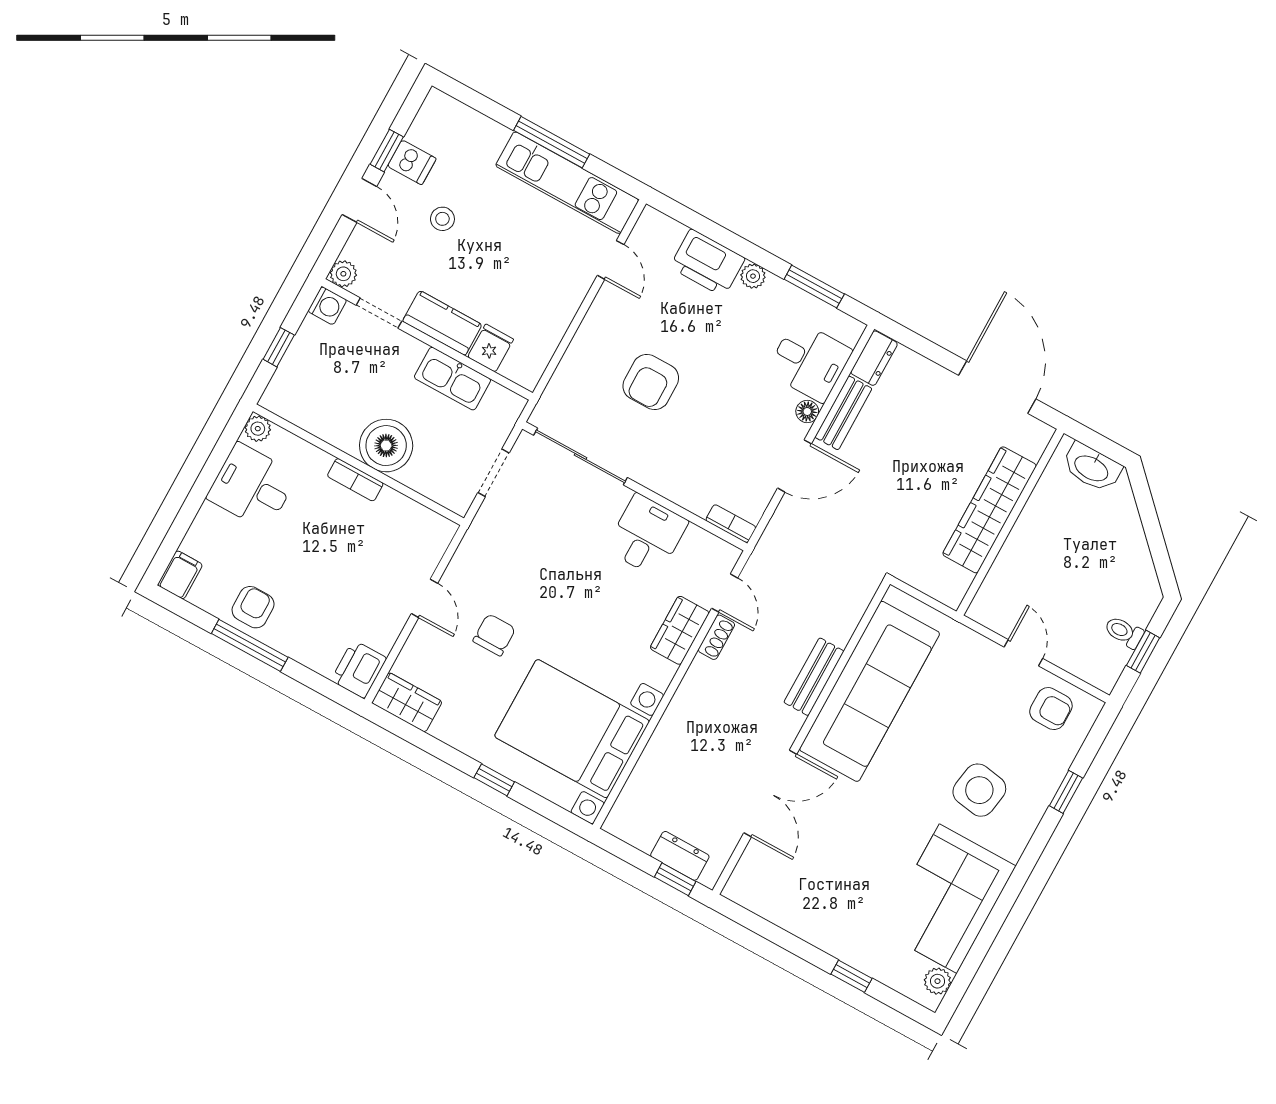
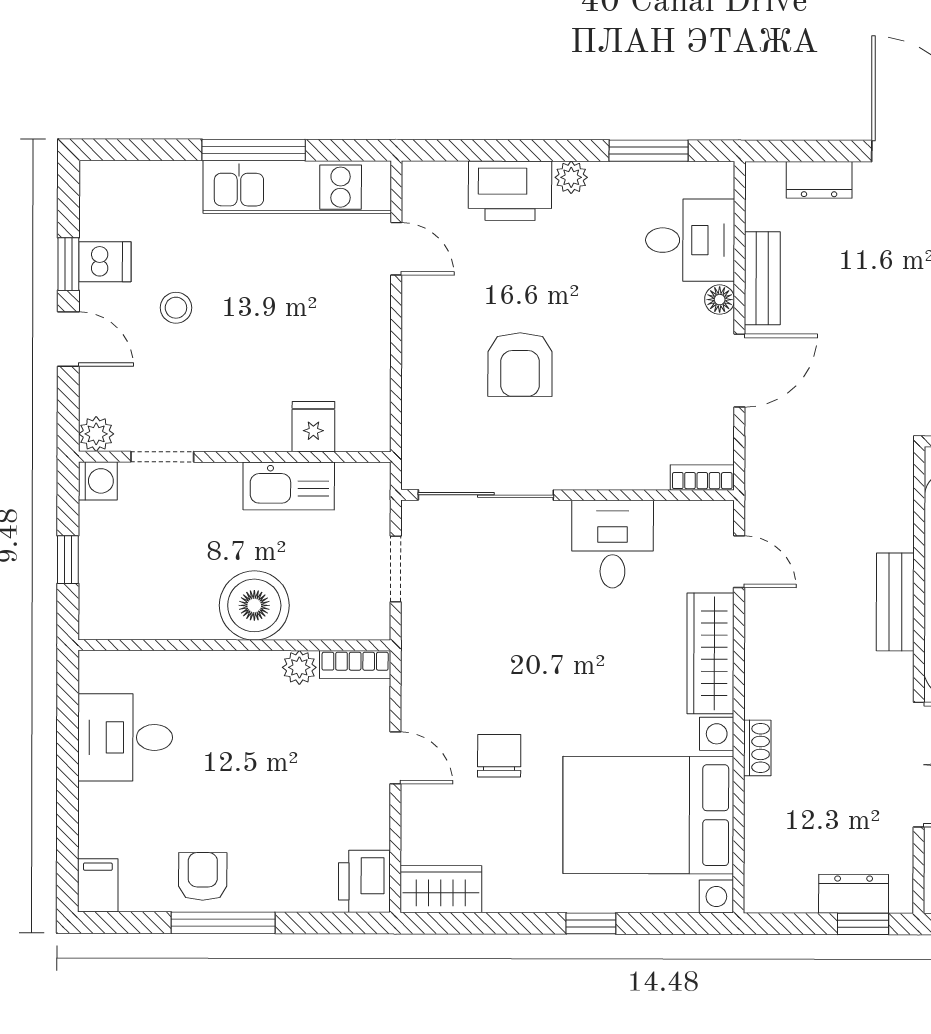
kitchen counter: (442, 323) -> (242, 428), removed
dresser: (874, 358) -> (819, 180), moved, turned 90
plant: (258, 429) -> (299, 667), moved
bookcase: (355, 480) -> (355, 665), moved
wardrobe: (680, 630) -> (710, 653), width x1.50
shoe rack: (716, 637) -> (757, 748), moved

